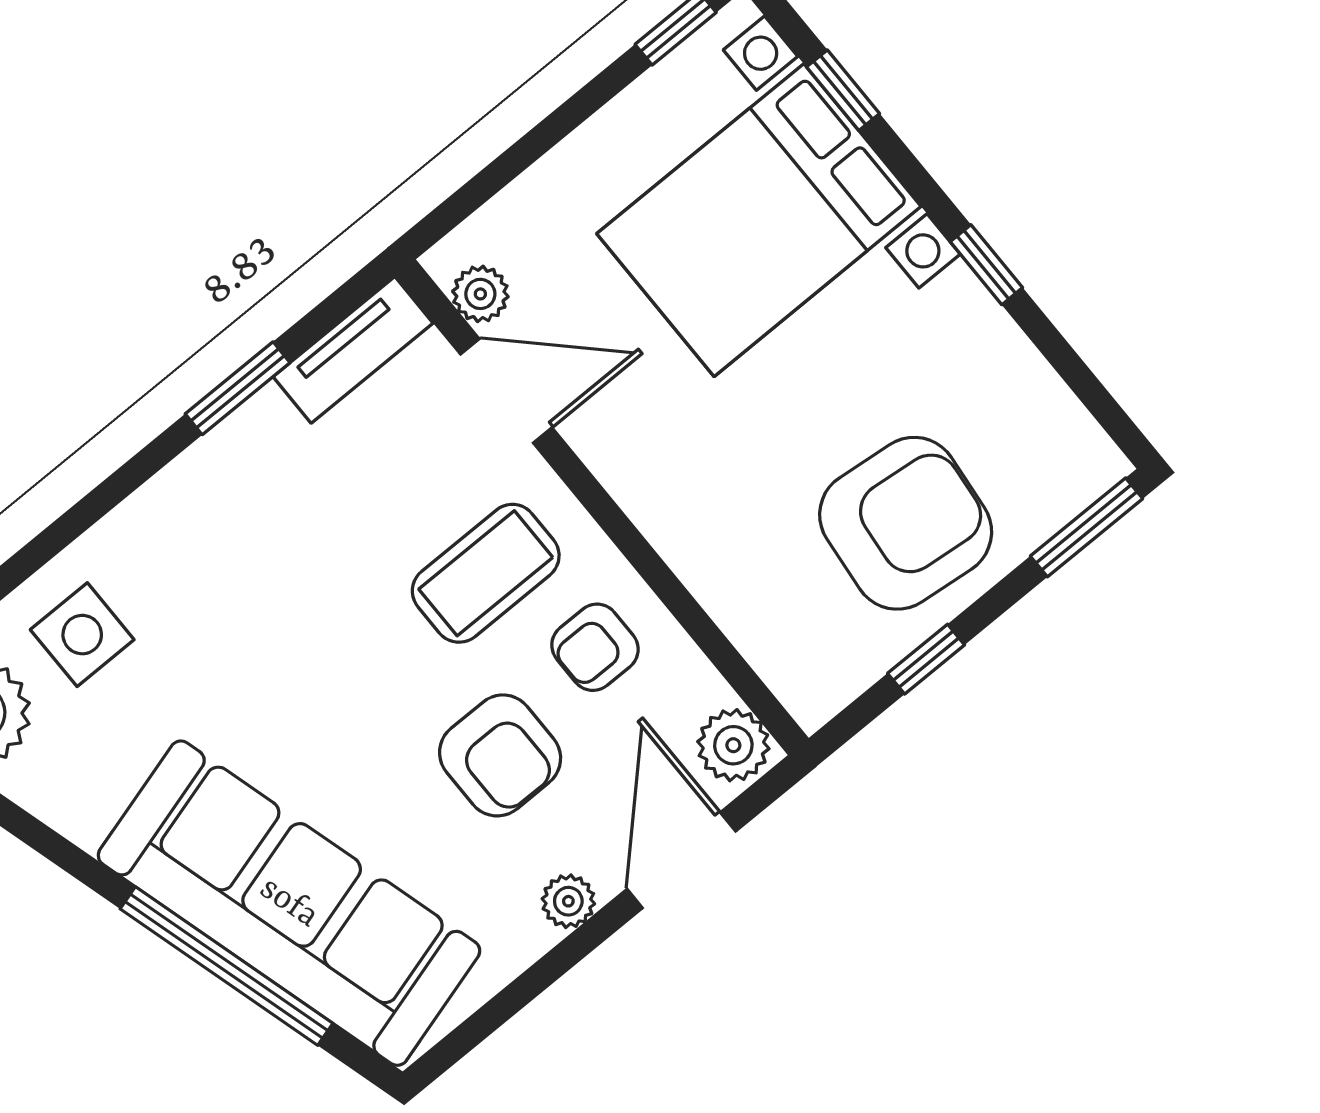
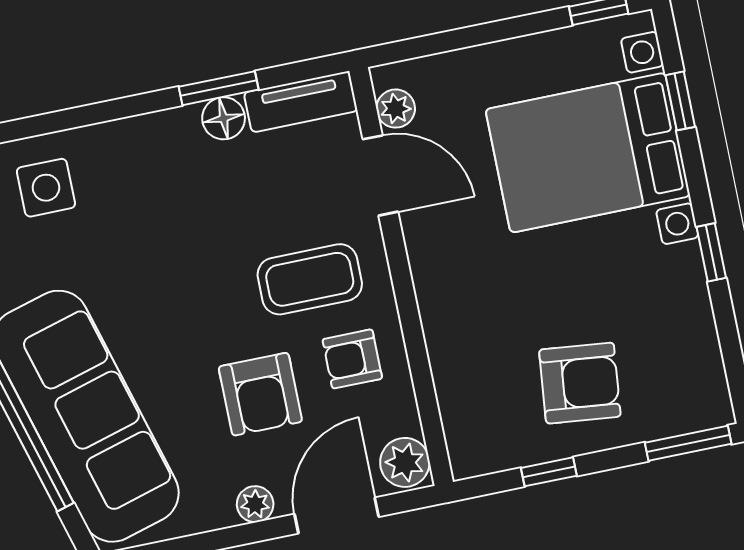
floor lamp: (264, 424) -> (224, 118), added
armchair: (906, 523) -> (580, 383), width x0.73, depth x0.73

